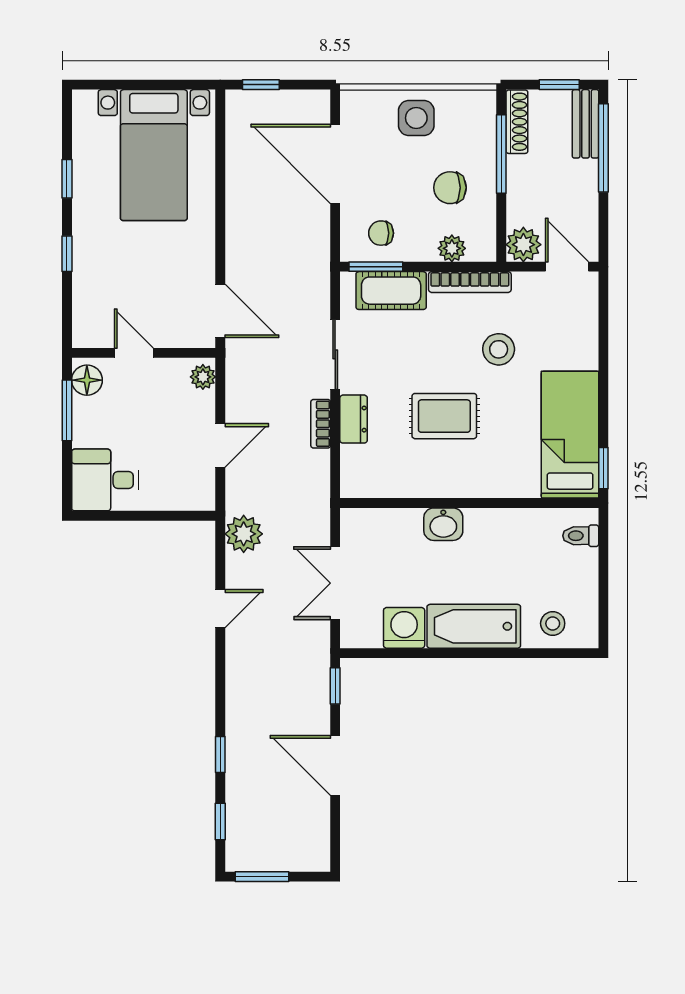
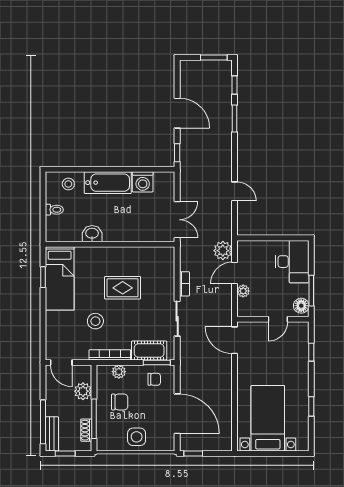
window: (261, 85) -> (193, 453), moved
shoe rack: (517, 122) -> (86, 430), width x0.70
plant: (523, 245) -> (83, 391), moved
window: (67, 254) -> (311, 352), moved
door: (134, 353) -> (278, 319), hinge flipped
plant: (203, 377) -> (243, 291), moved
dresser: (354, 419) -> (168, 286), removed
window: (603, 468) -> (43, 277), moved
desk: (105, 480) -> (292, 262), width x1.37
washbasin: (443, 524) -> (92, 234), moved
plant: (244, 534) -> (223, 251), moved
toilet: (581, 536) -> (54, 210), moved
double door: (335, 583) -> (177, 220), moved
door: (220, 609) -> (235, 191), swing flipped
window: (220, 755) -> (235, 118), width x1.50

